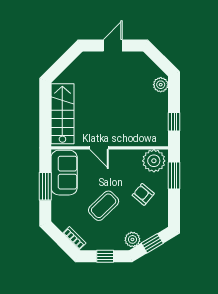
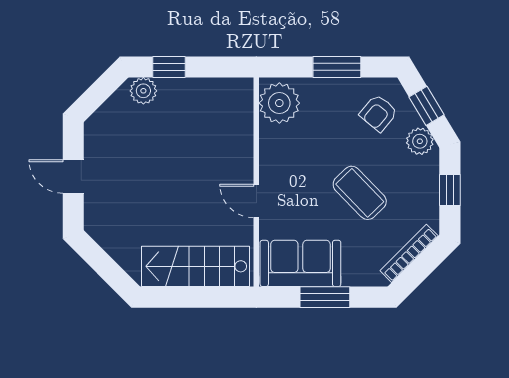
window: (174, 122) -> (169, 67), moved
door: (99, 148) -> (256, 201), swing flipped
window: (174, 176) -> (337, 67), moved
armchair: (143, 194) -> (378, 113), moved
bookcase: (74, 238) -> (409, 253), width x1.56

